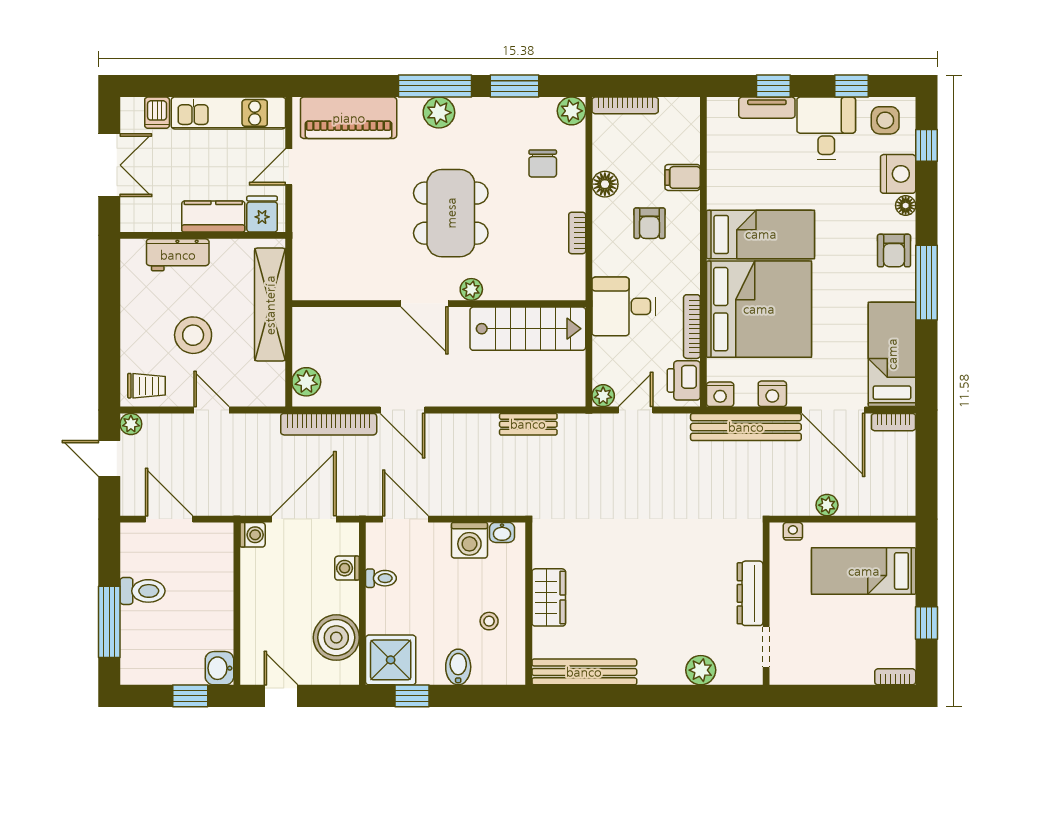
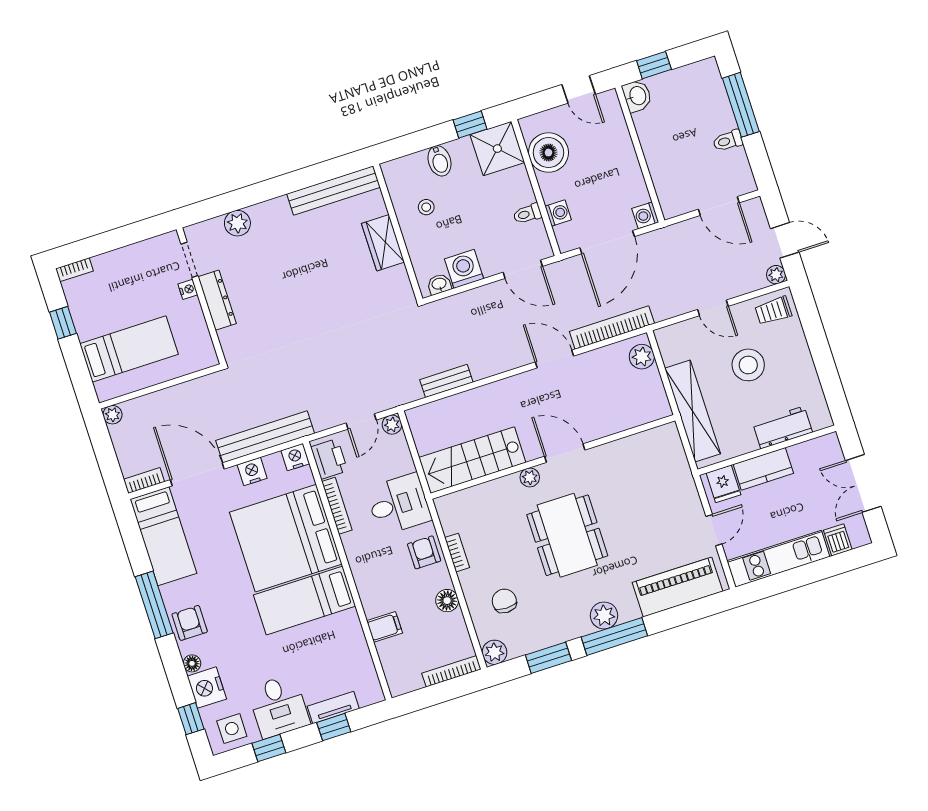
armchair: (649, 223) -> (424, 552), moved
plant: (827, 505) -> (112, 415), moved
nightstand: (793, 531) -> (188, 289), moved, turned -90
toilet: (143, 591) -> (728, 141), width x0.73, depth x0.72

